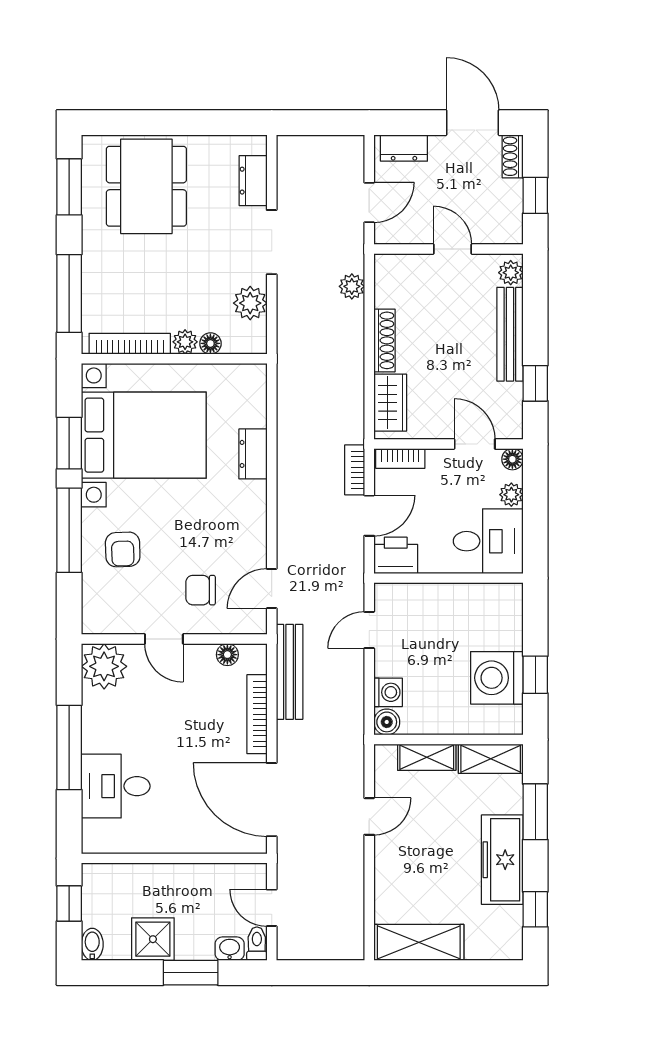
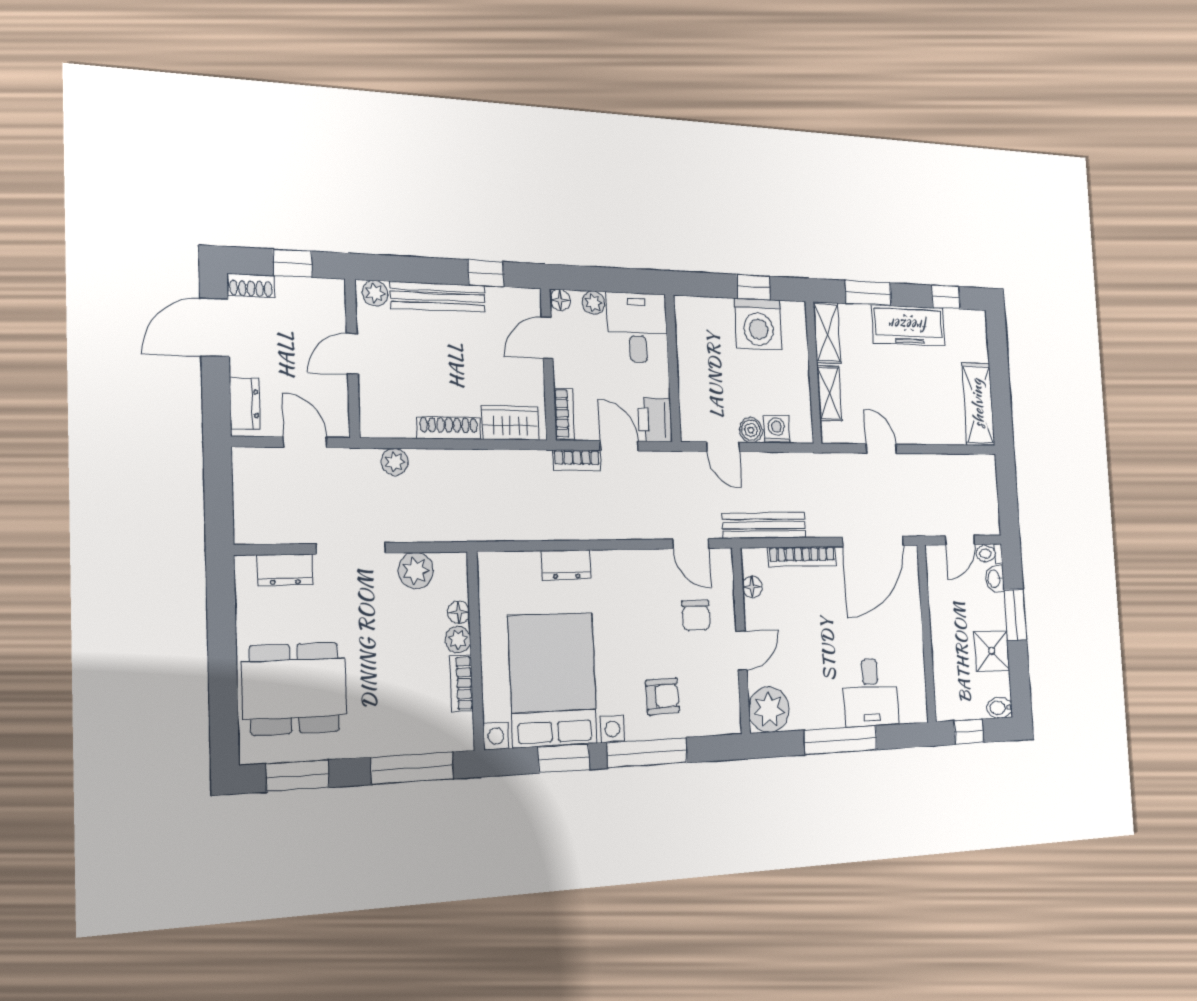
bookcase: (130, 344) -> (462, 683), width x0.64
boiler: (387, 722) -> (751, 430), moved

